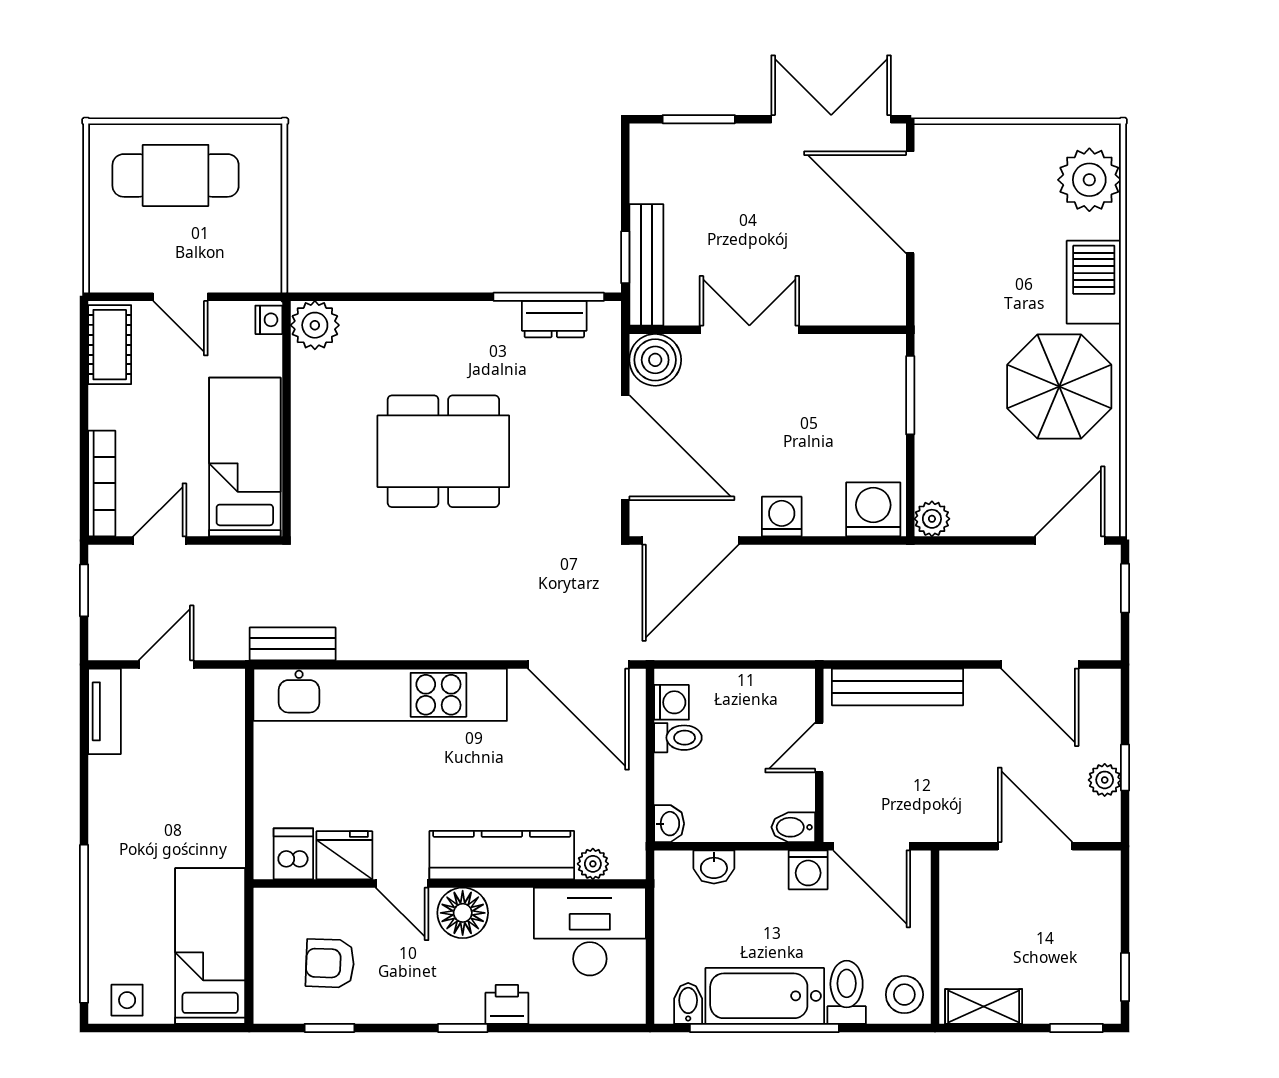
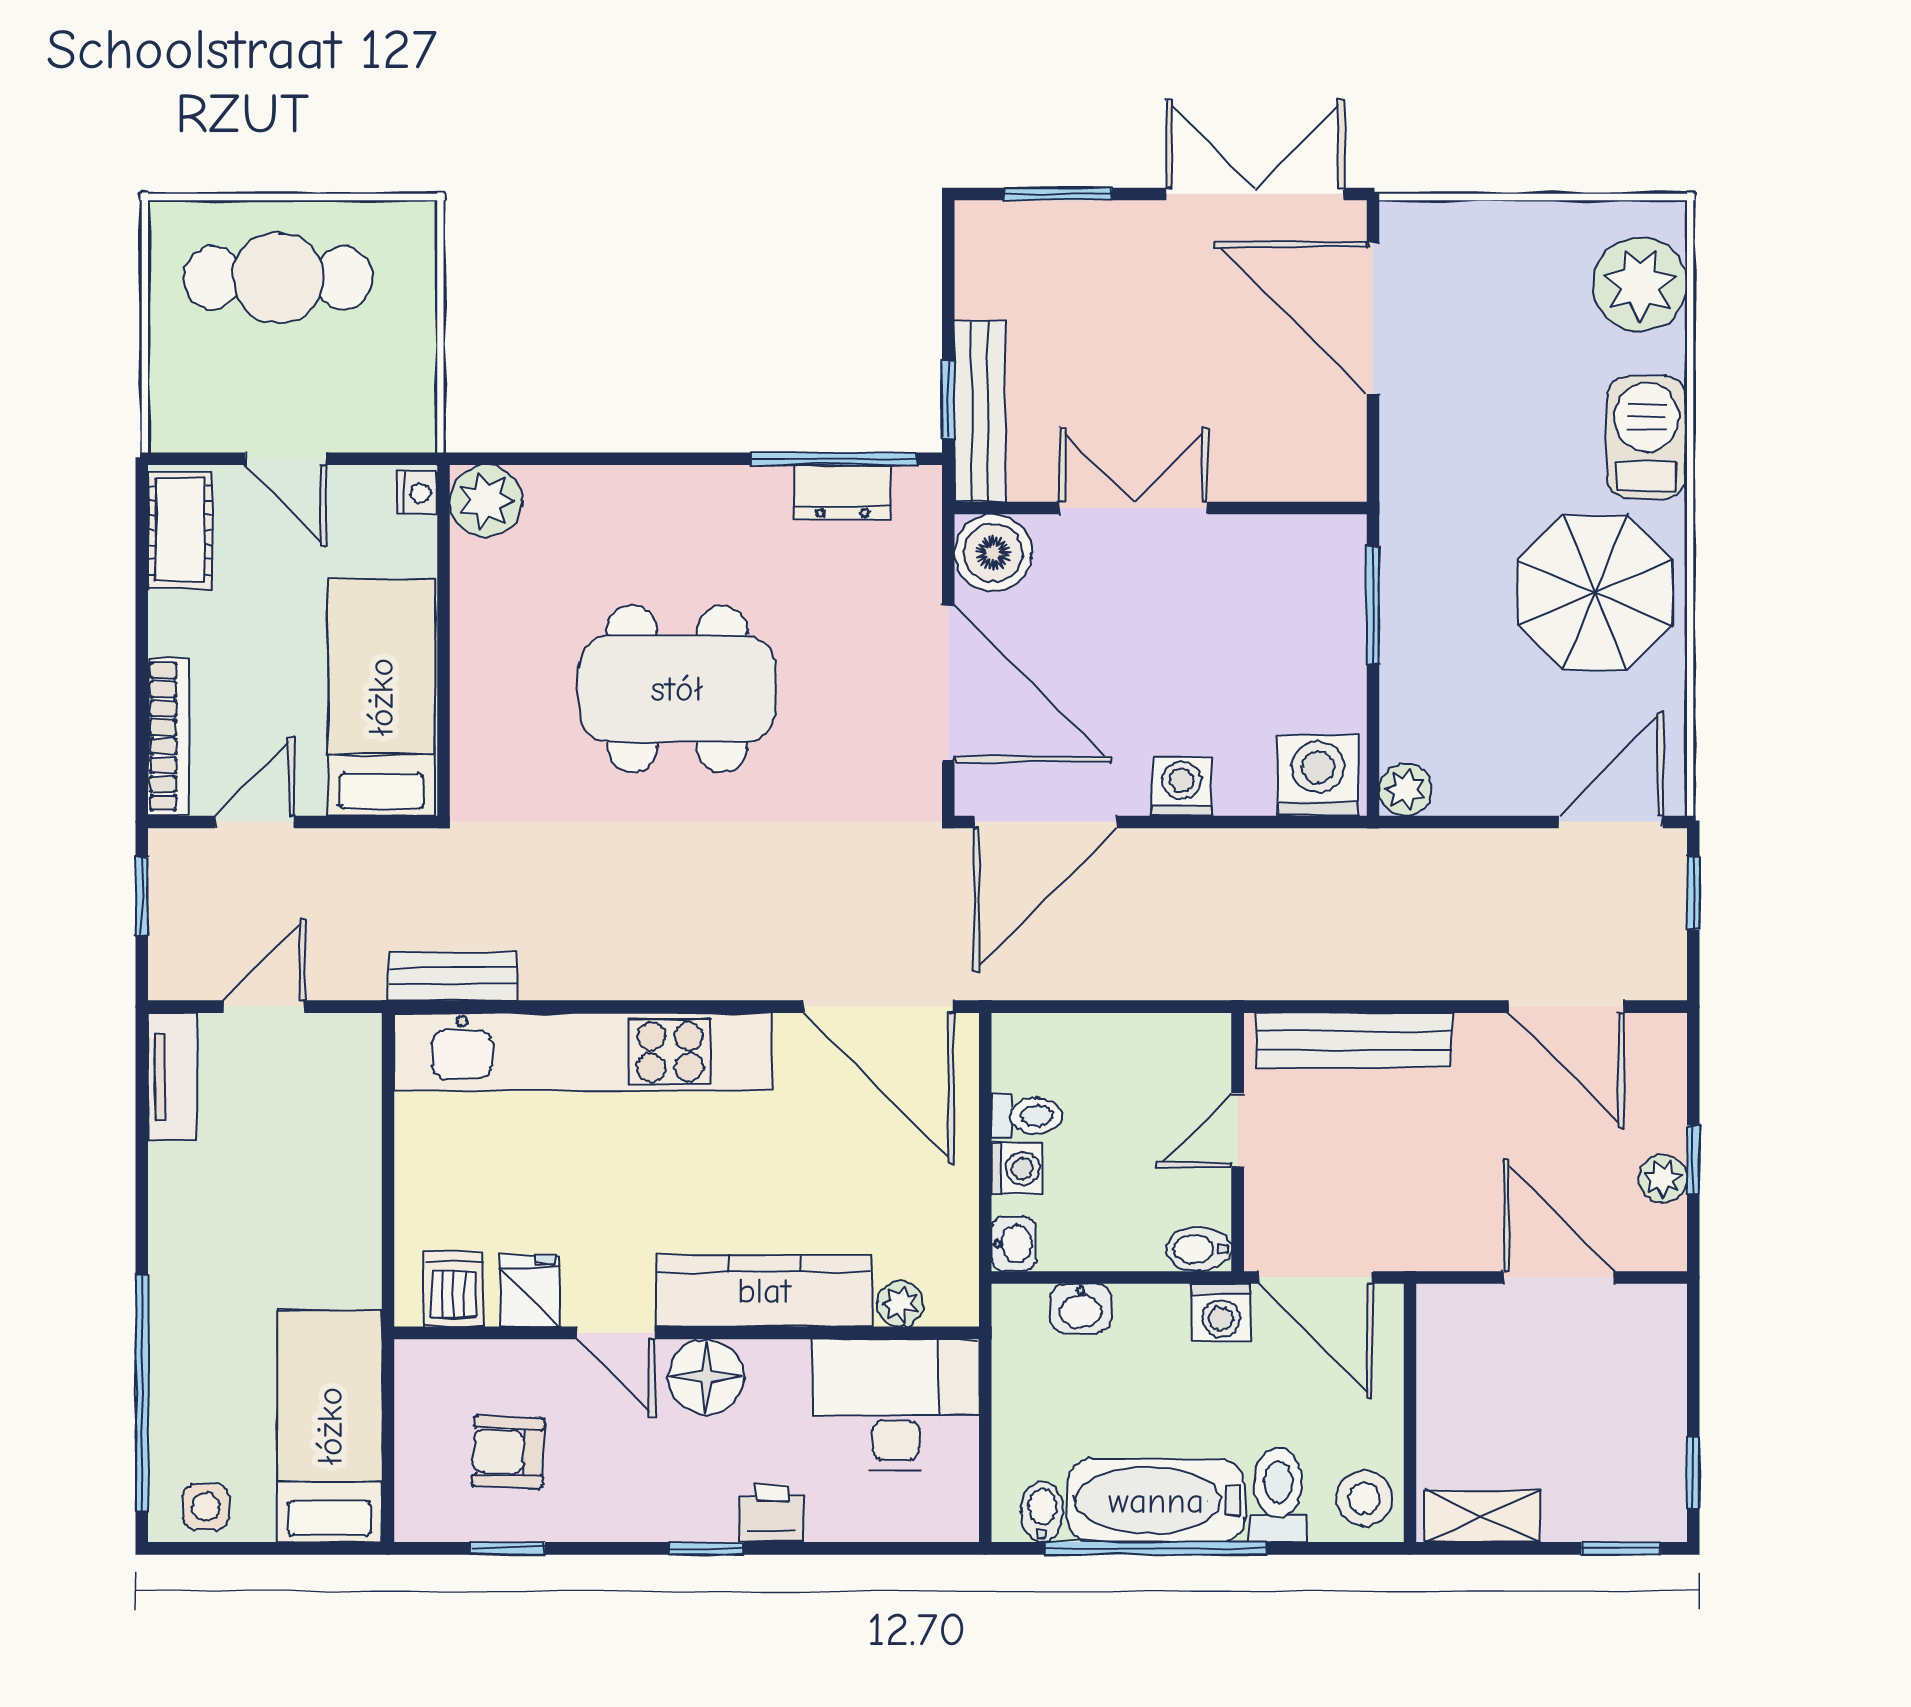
washing machine: (672, 702) -> (1017, 1168), moved
fridge: (344, 855) -> (530, 1291), width x0.72

